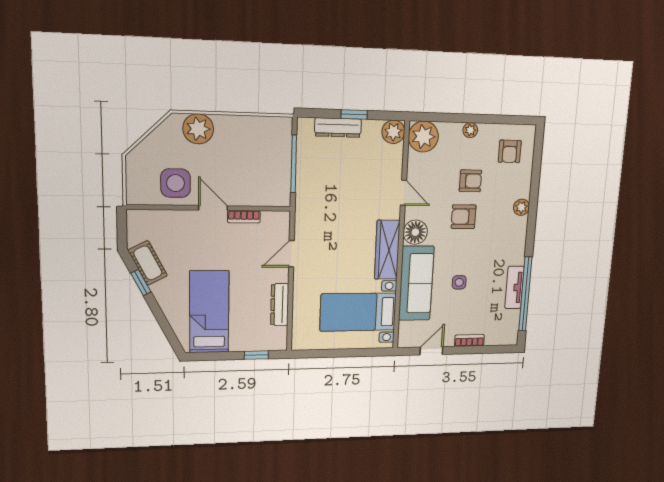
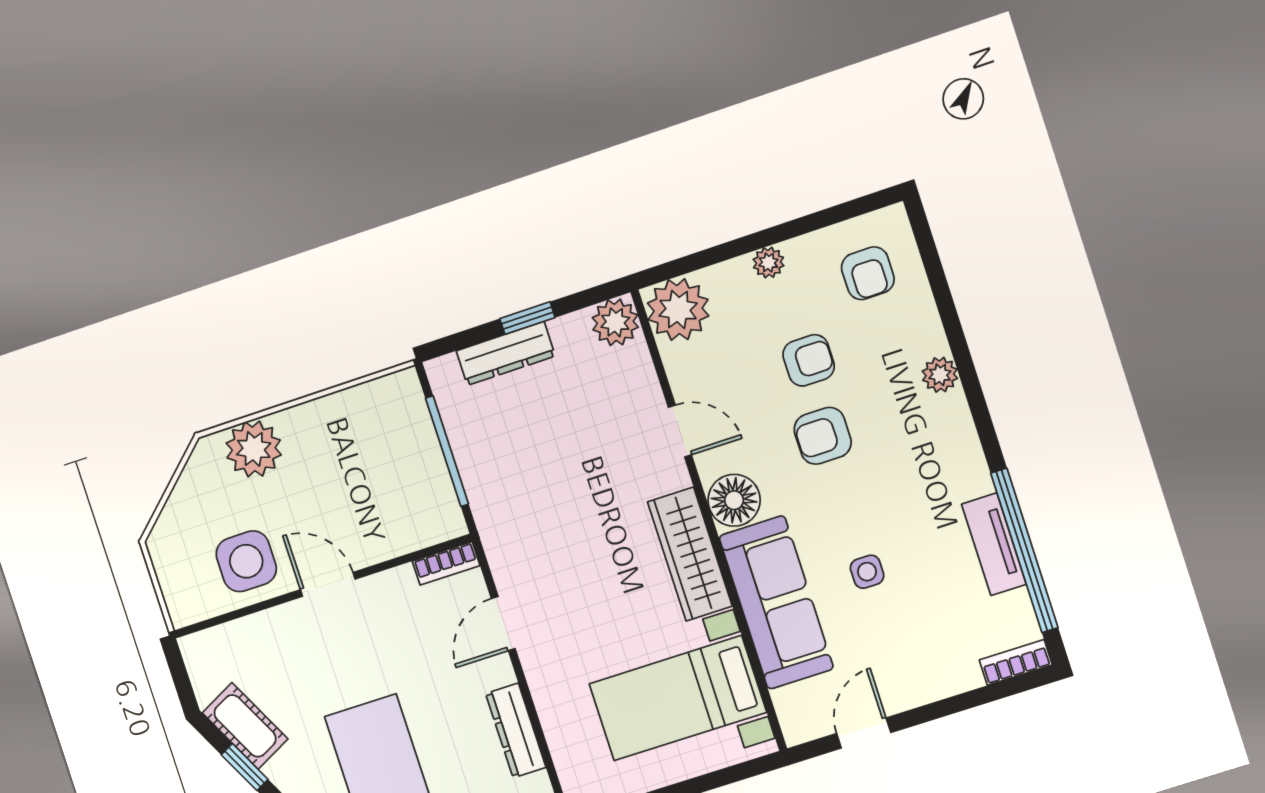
bookcase: (244, 217) -> (446, 563), moved
bookcase: (469, 340) -> (1016, 662), moved

